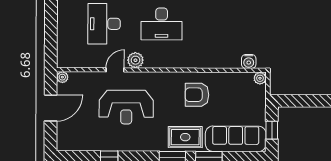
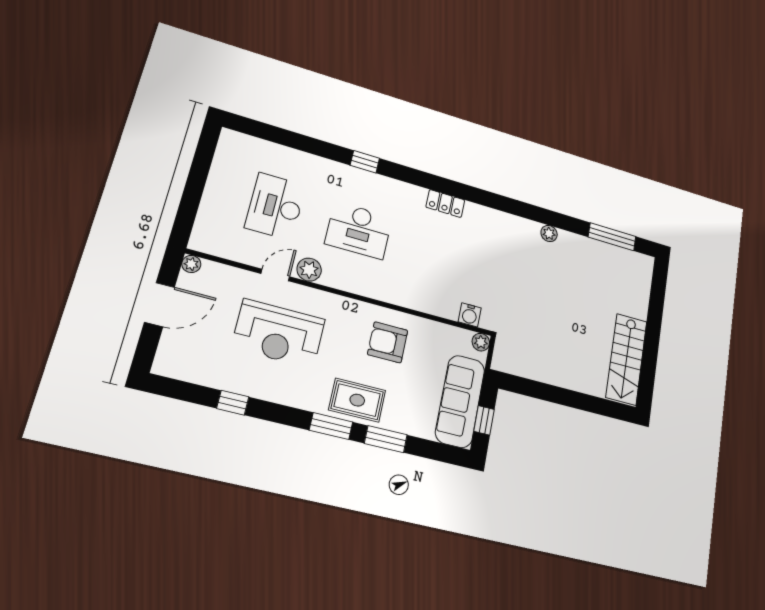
sofa: (236, 139) -> (460, 401), moved, turned -90

